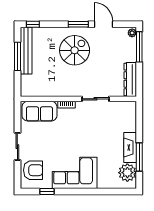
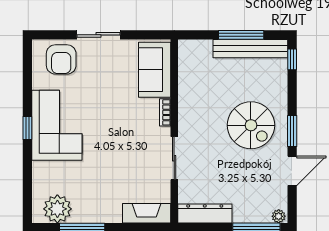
fireplace: (130, 147) -> (147, 213), moved
window: (47, 192) -> (27, 128), moved

